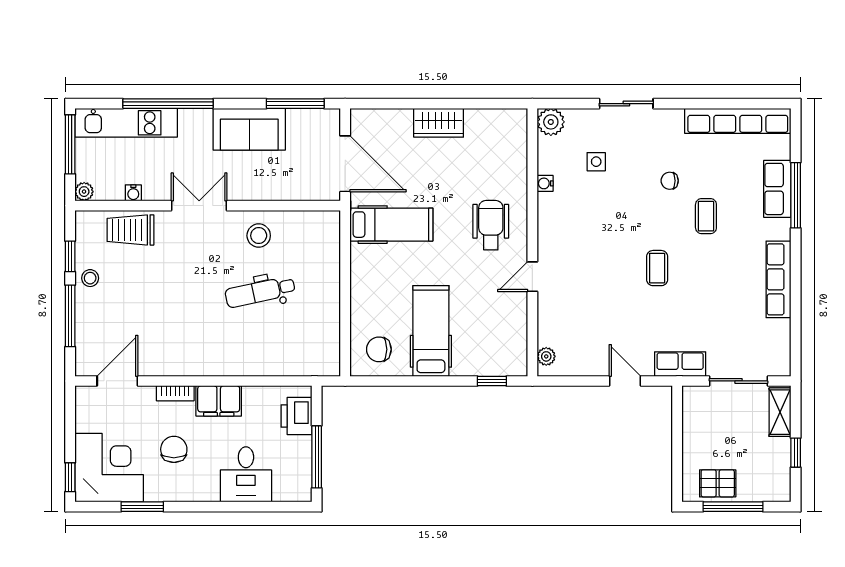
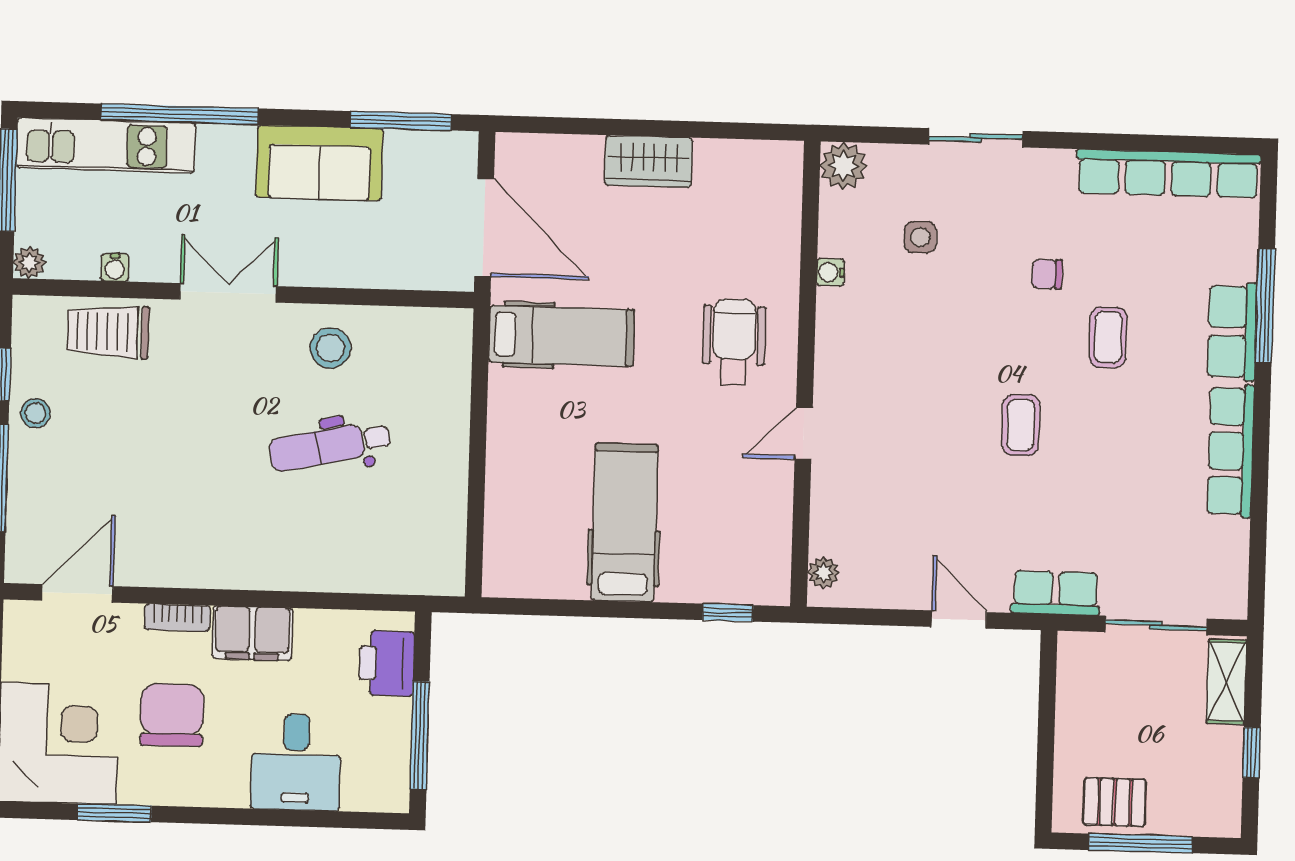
row of seats: (777, 189) -> (1232, 332), moved
chair: (379, 349) -> (533, 552), removed
chair: (174, 449) -> (172, 715), width x1.37, depth x1.37

